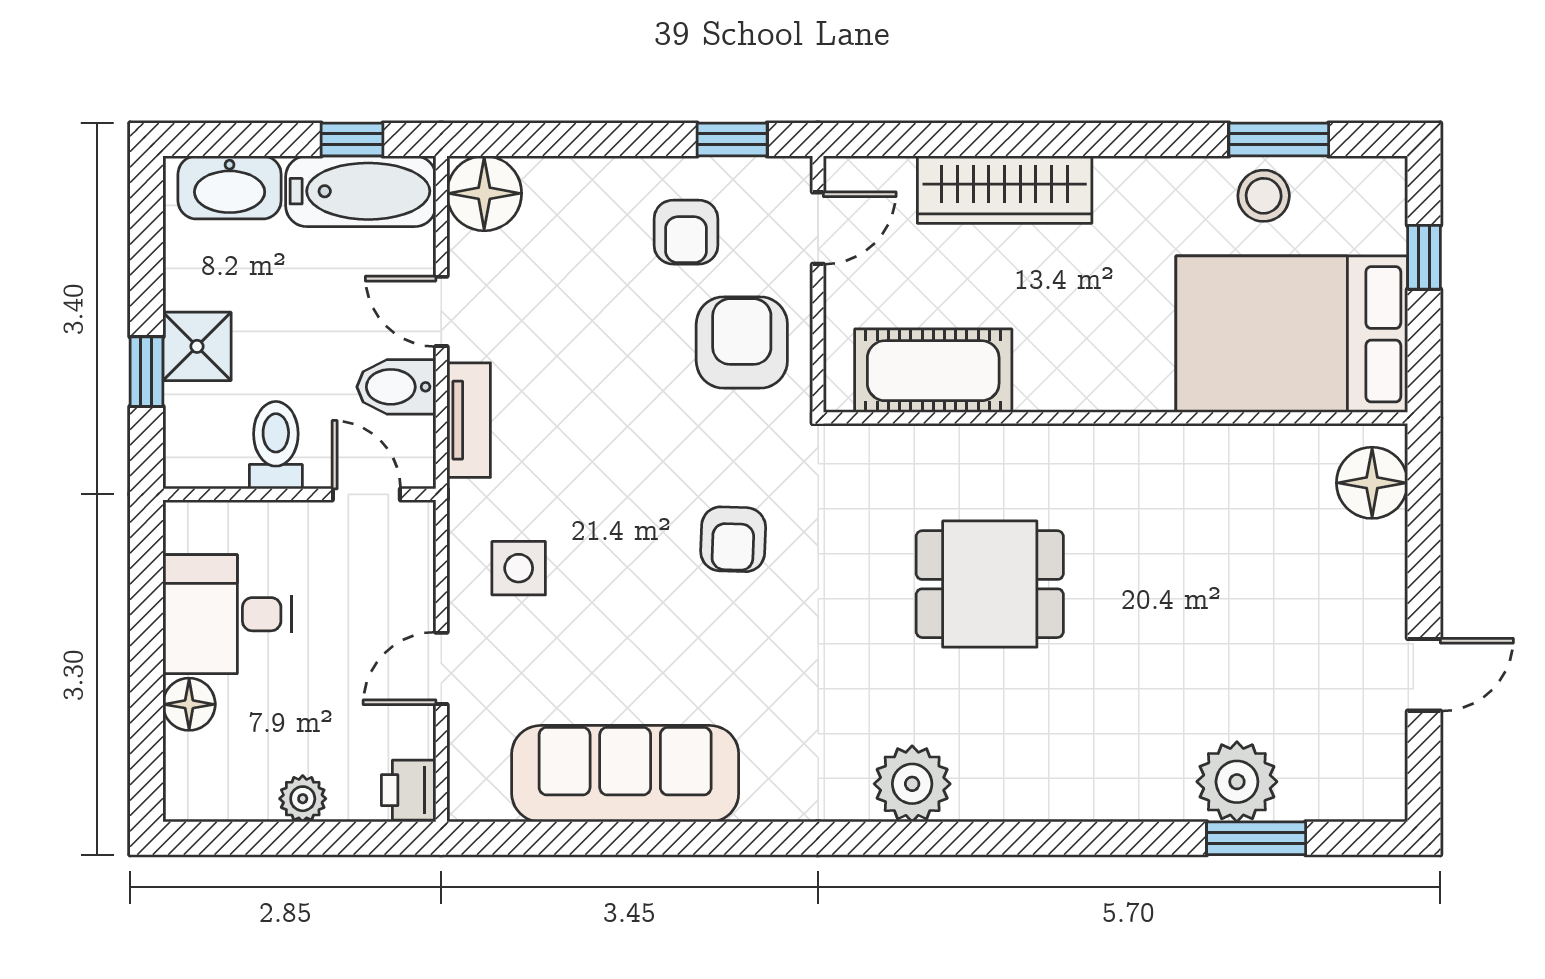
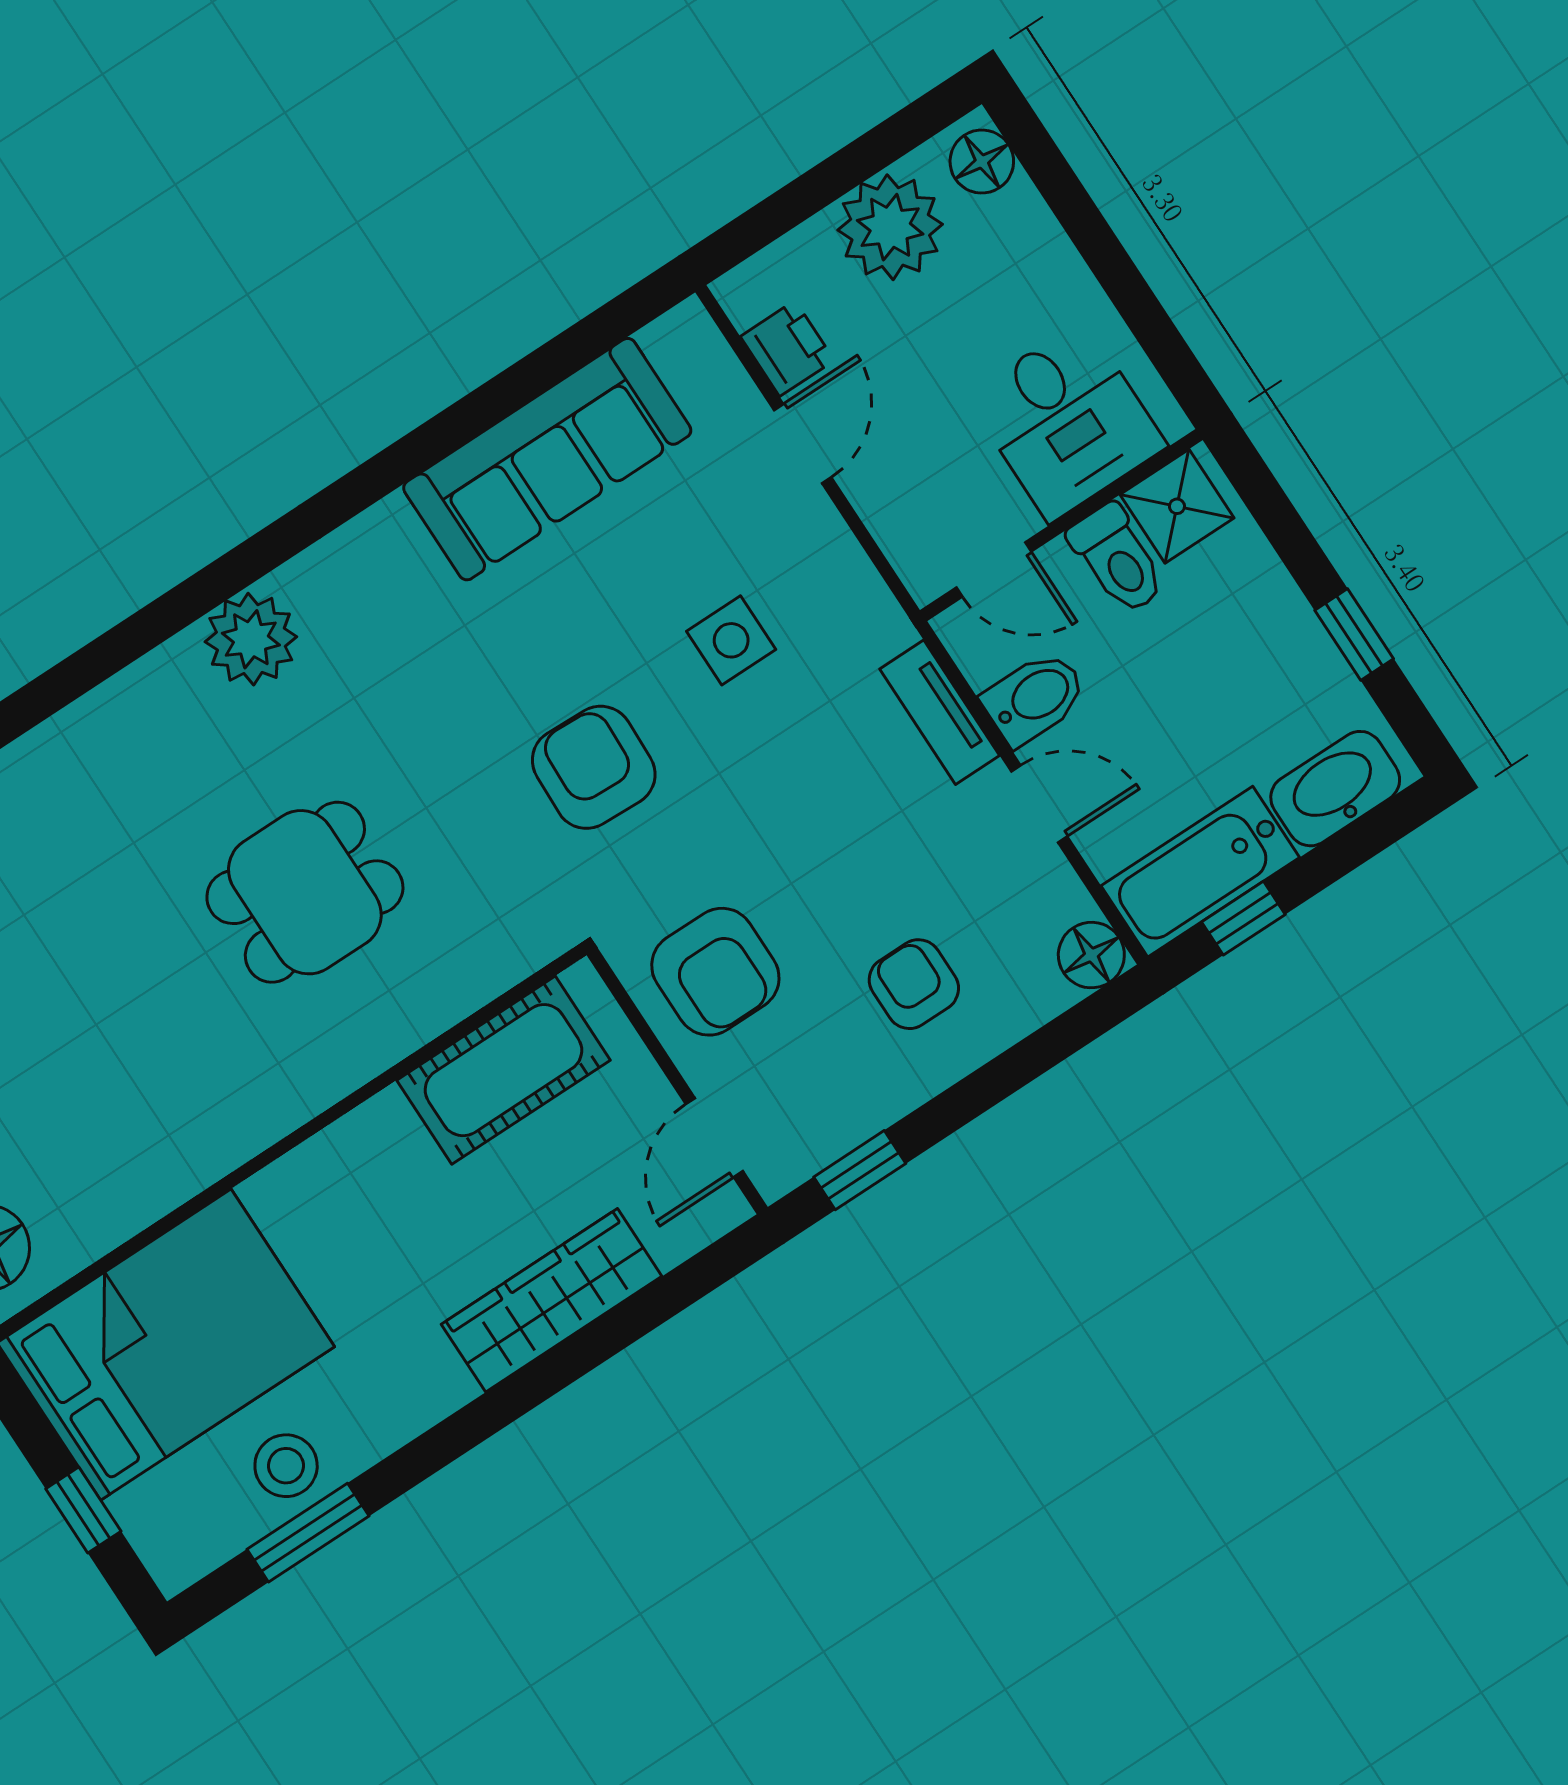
floor lamp: (484, 193) -> (1091, 955), width x0.73, depth x0.73
armchair: (686, 232) -> (914, 984), moved
shower: (197, 346) -> (1177, 506), moved
window: (146, 372) -> (1354, 634), moved
armchair: (733, 539) -> (594, 767), width x1.38, depth x1.38
side table: (519, 568) -> (731, 640), moved
desk: (227, 614) -> (1066, 421), moved, turned 90
floor lamp: (189, 704) -> (982, 162), moved
printer: (409, 790) -> (787, 348), moved
plant: (303, 799) -> (890, 227), width x1.87, depth x1.87

